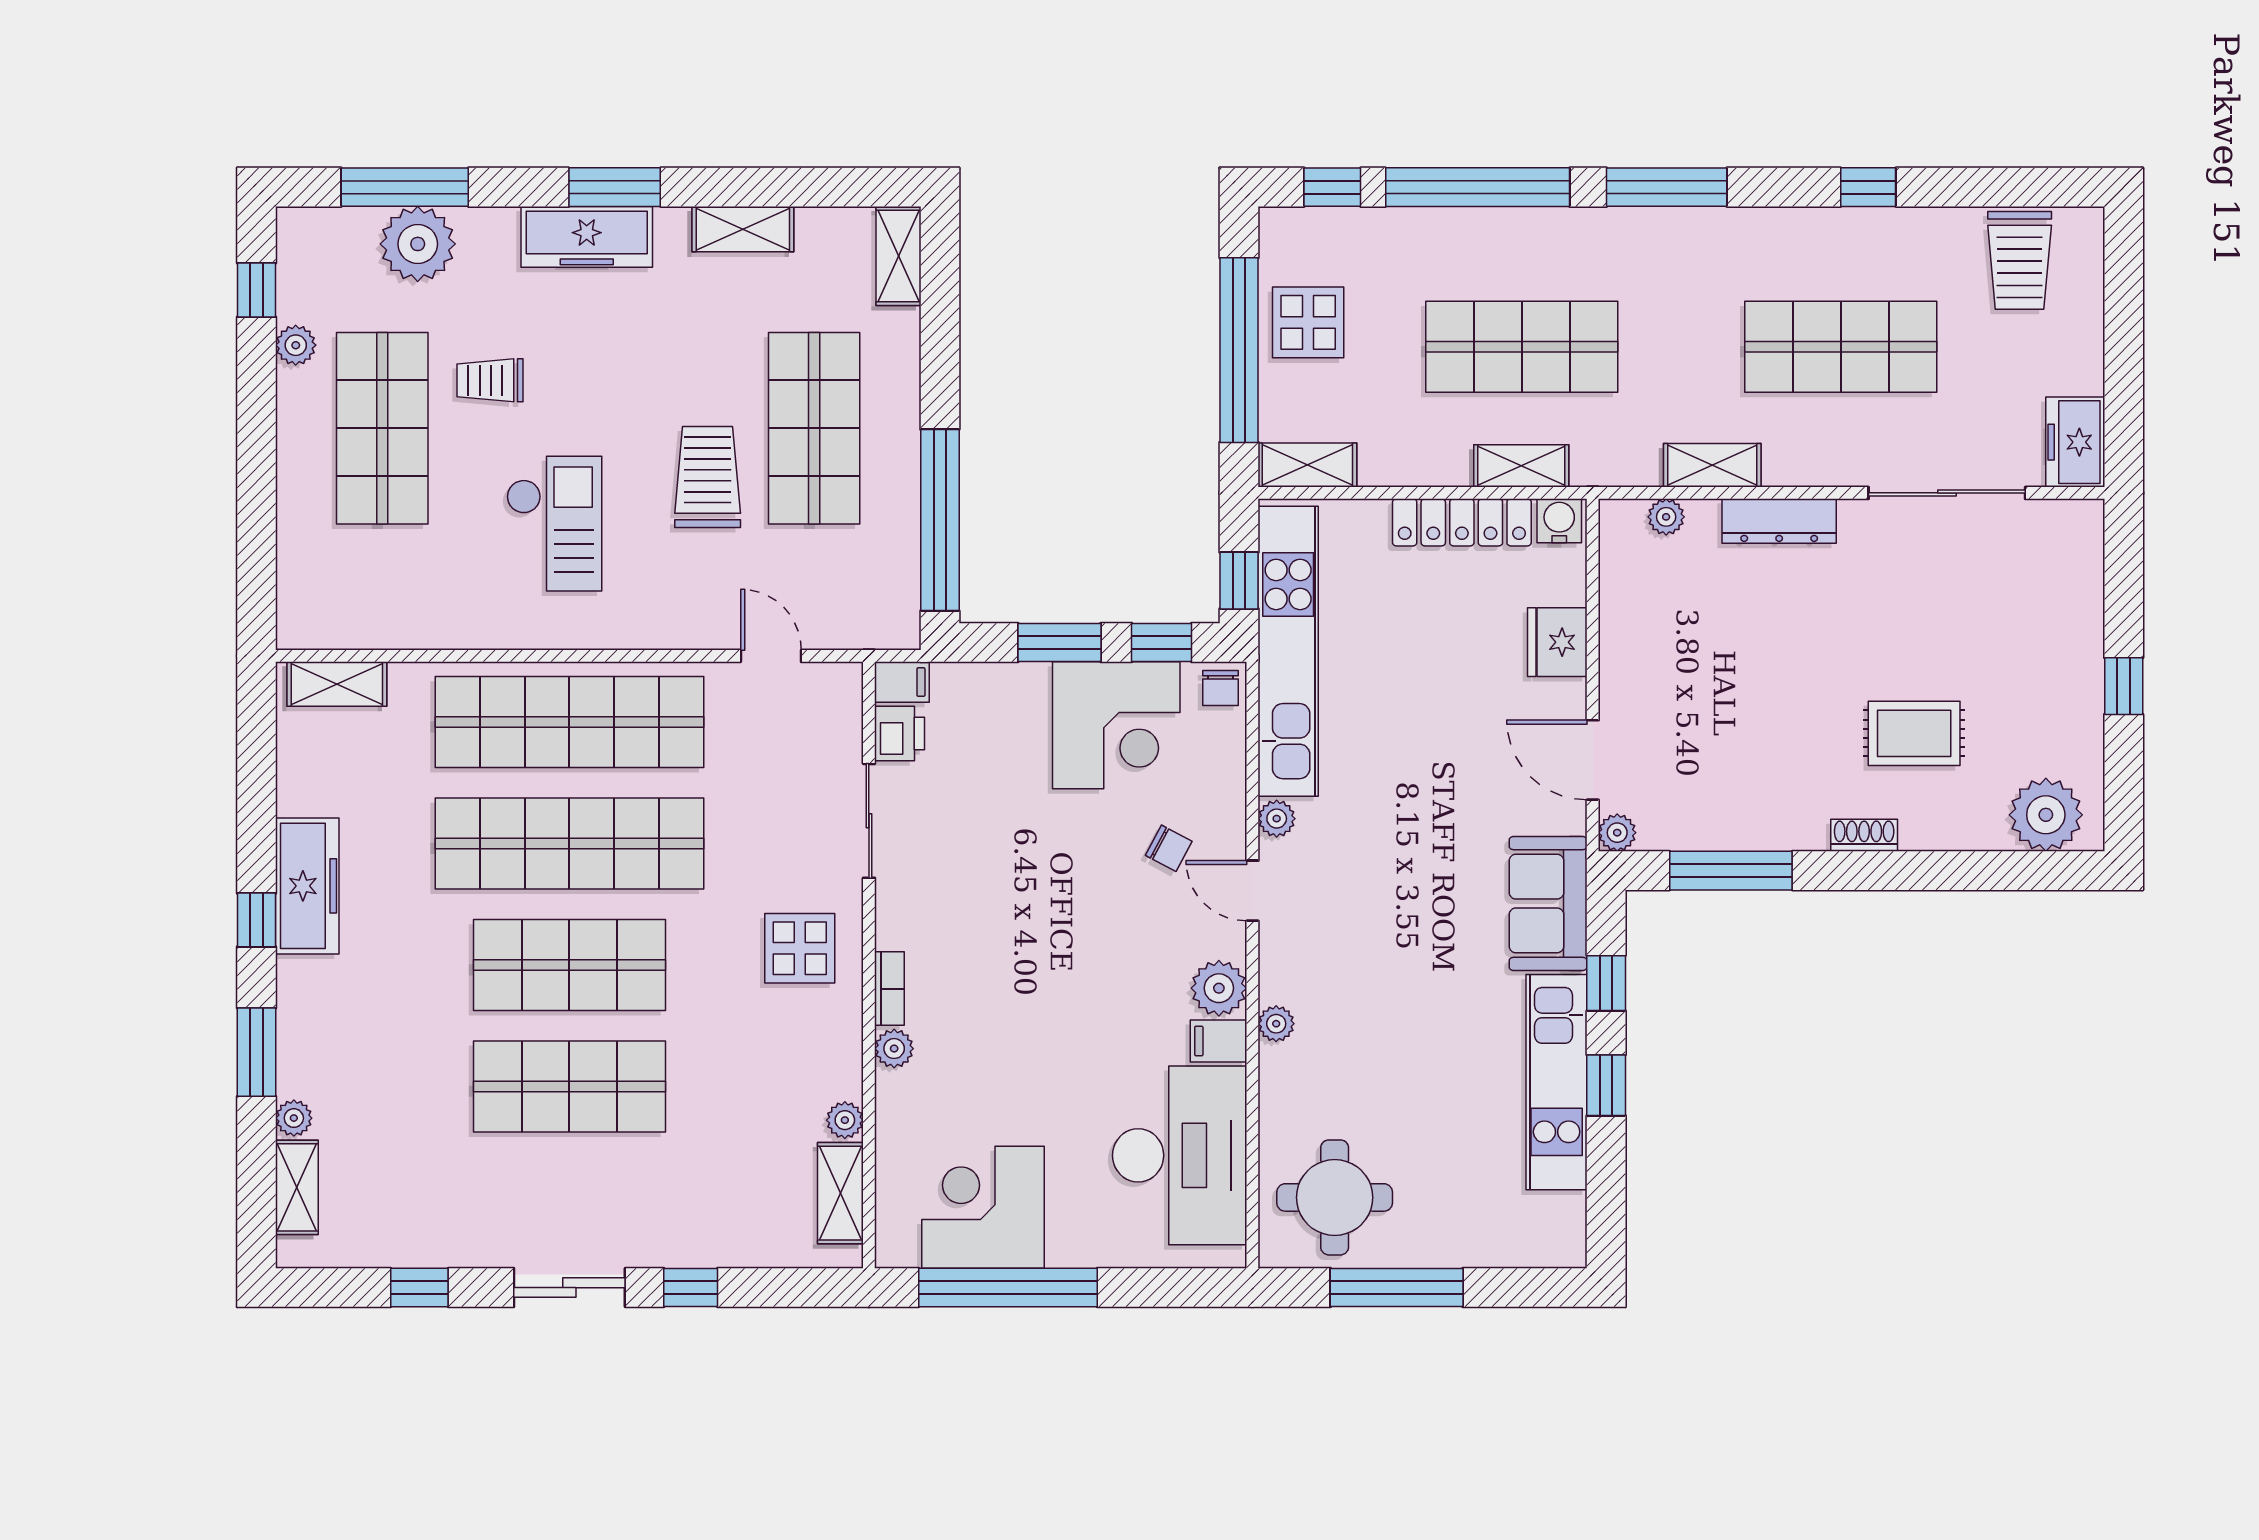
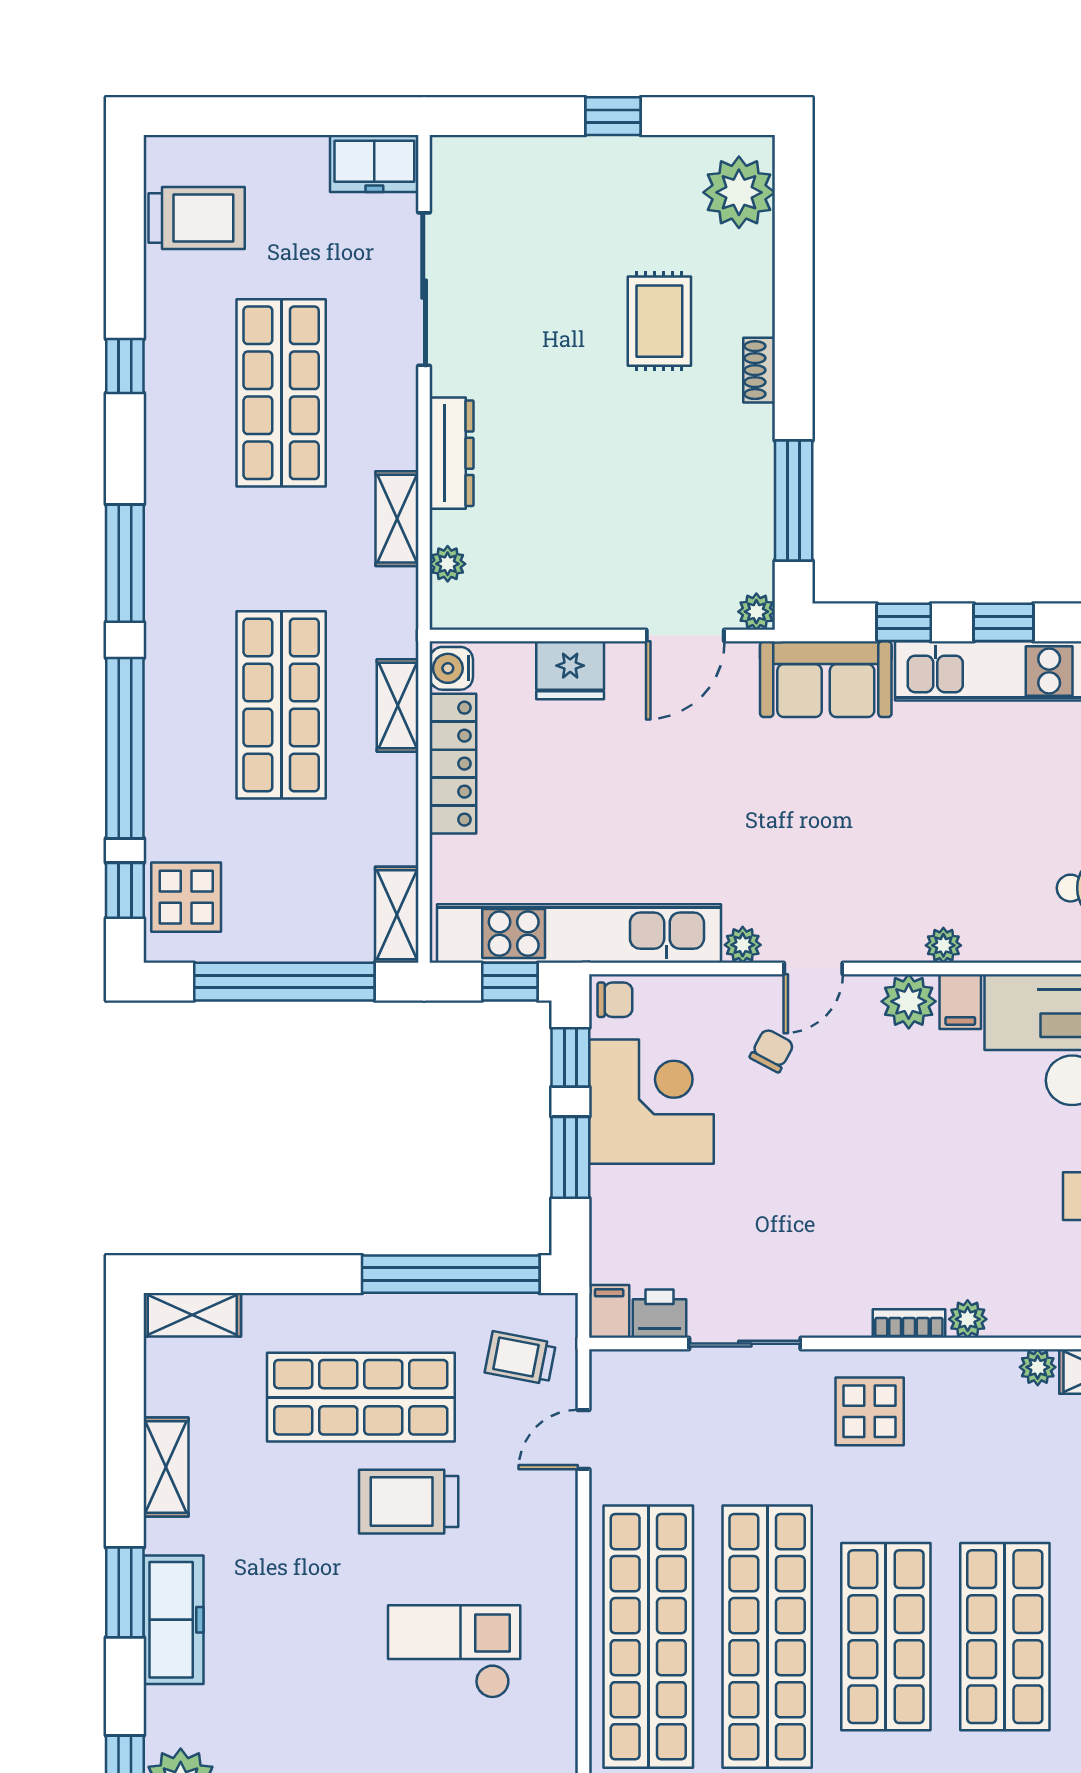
display table: (1308, 322) -> (186, 897), moved
trolley: (490, 380) -> (520, 1358), moved, turned 101

